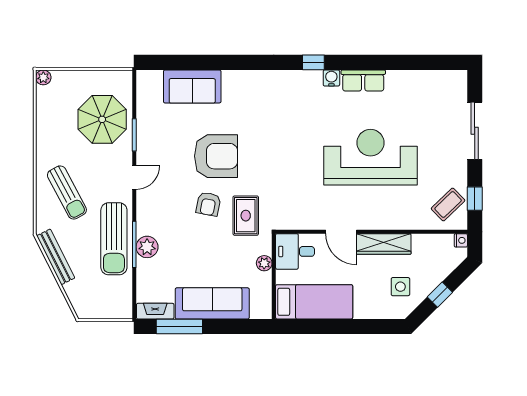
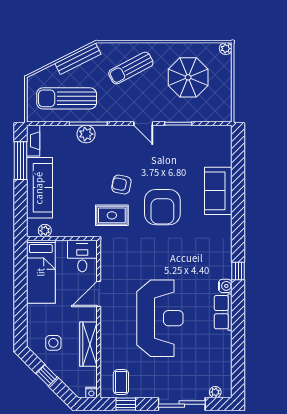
sofa: (192, 86) -> (218, 191), moved
plant: (460, 90) -> (215, 392), added
parasol: (102, 119) -> (188, 77), moved
armchair: (216, 156) -> (162, 207), moved
coffee table: (448, 205) -> (121, 382), turned 44
sun lounger: (114, 239) -> (67, 98), moved
wardrobe: (384, 244) -> (88, 344), moved
plant: (264, 263) -> (45, 231), moved

